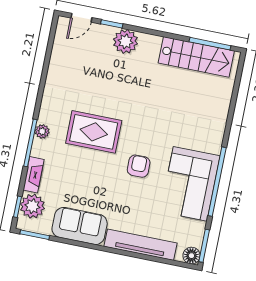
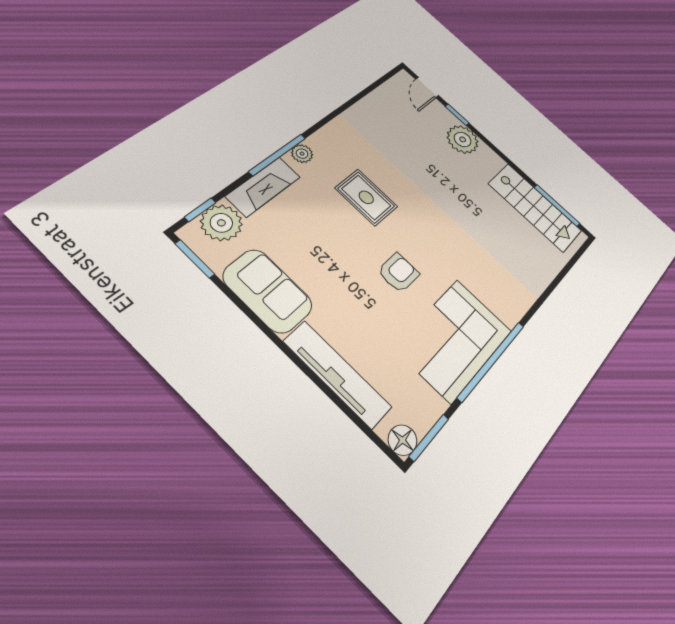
door: (81, 18) -> (427, 87), hinge flipped
rug: (94, 132) -> (366, 197), width x0.73, depth x0.70
fireplace: (34, 175) -> (263, 187), width x1.37, depth x1.32

